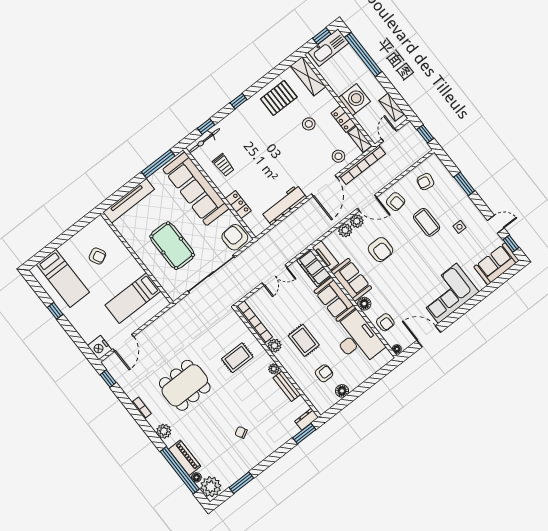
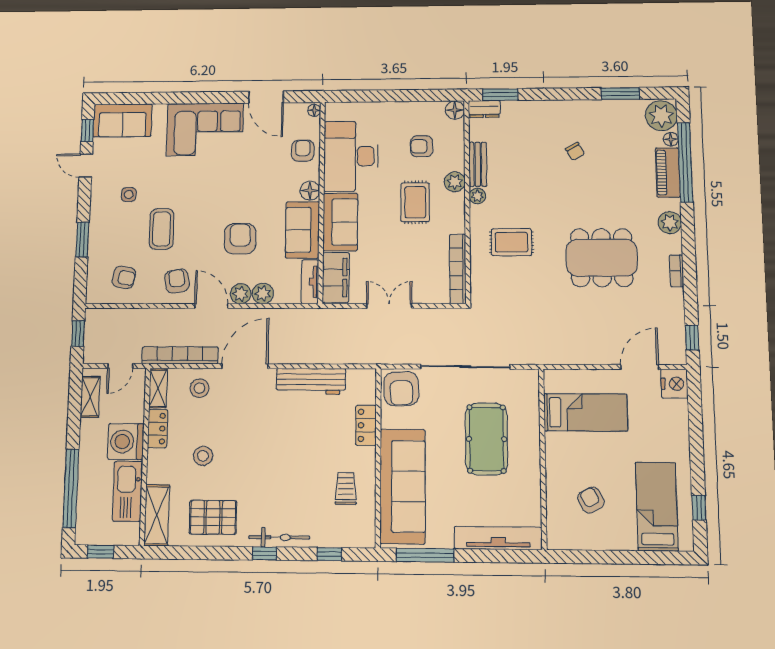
kitchen sink: (328, 48) -> (128, 491), moved, turned -90
bicycle: (204, 141) -> (279, 537), moved
window: (55, 311) -> (699, 508), moved
plant: (275, 346) -> (455, 182), moved
floor lamp: (342, 391) -> (455, 110), moved

